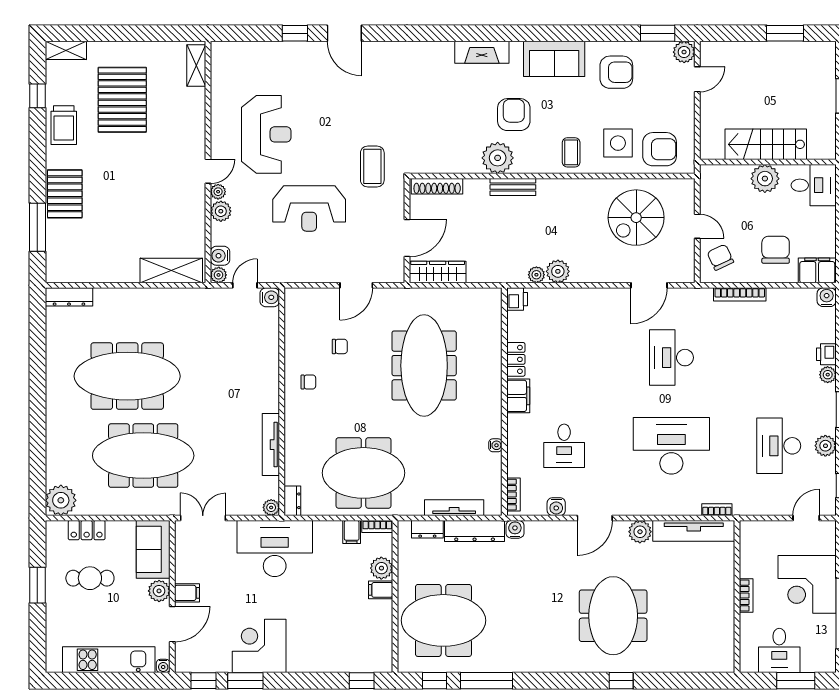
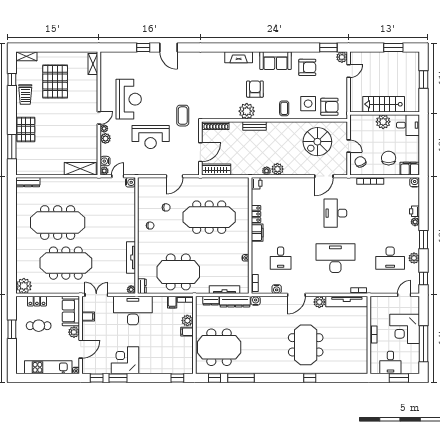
meeting table: (424, 366) -> (209, 217), turned 90
desk: (779, 446) -> (390, 258), turned -90
filing cabinet: (187, 593) -> (88, 316), moved

